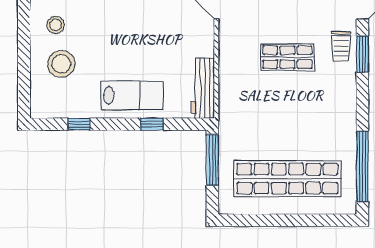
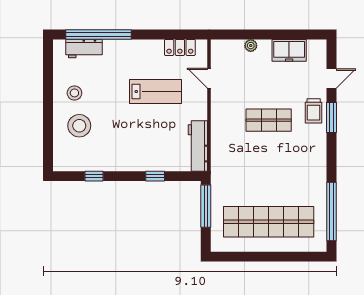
lab bench: (132, 96) -> (155, 92), moved

